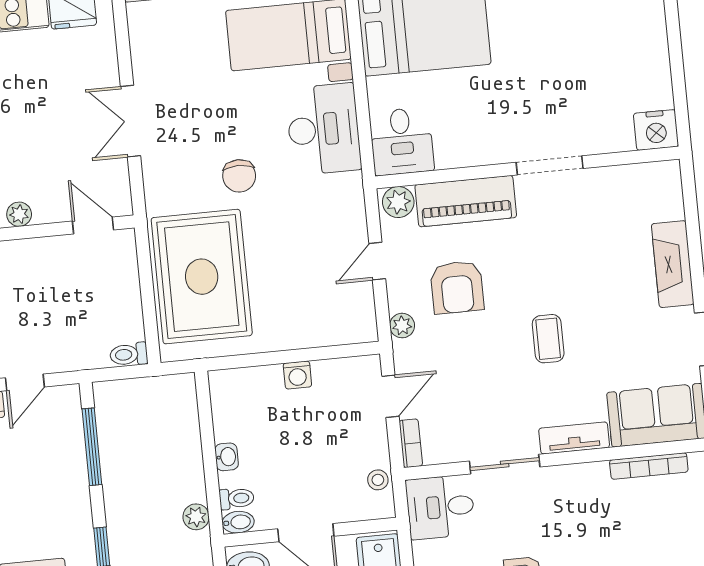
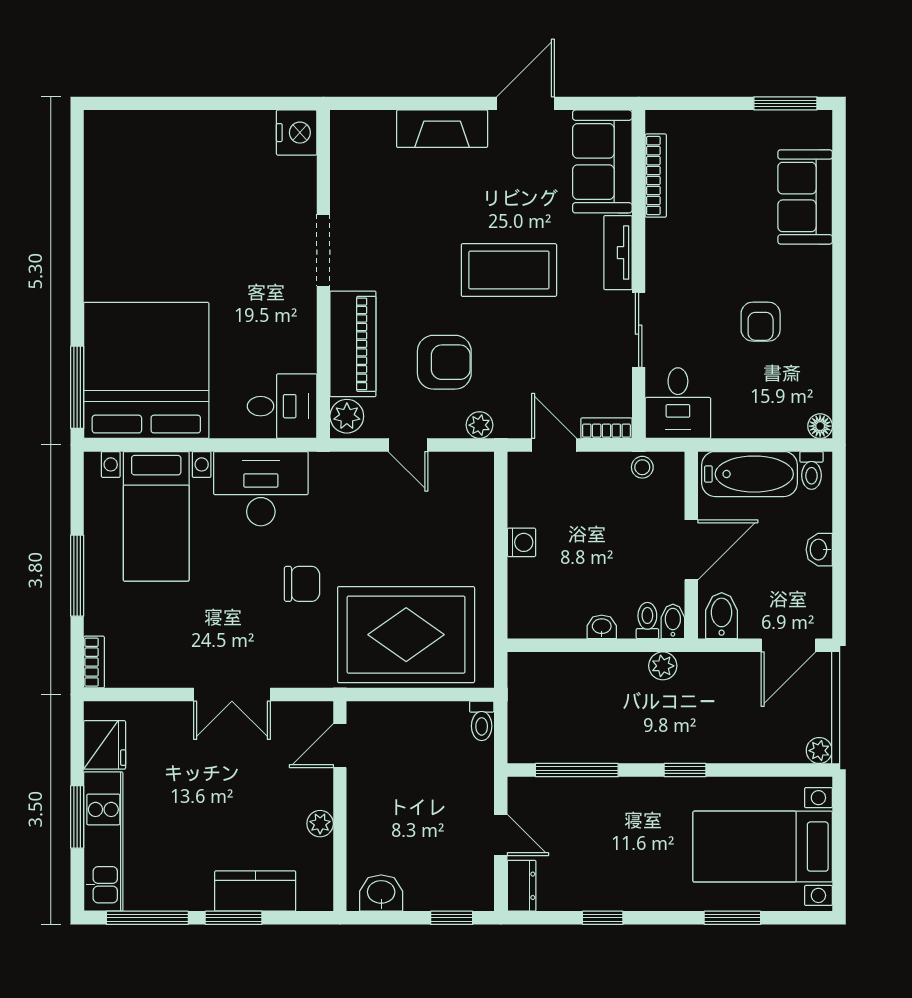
coffee table: (548, 339) -> (509, 270), width x1.86, depth x1.72

